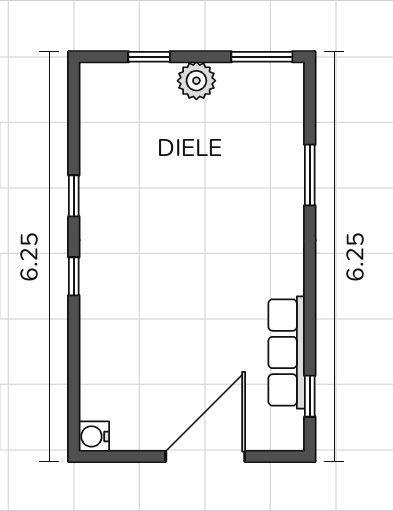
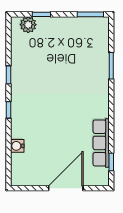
plant: (196, 81) -> (28, 25), moved
water cooler: (94, 436) -> (17, 146), moved

